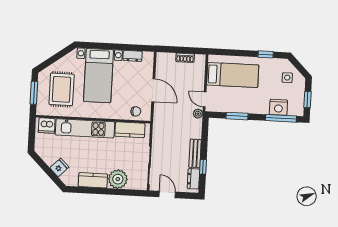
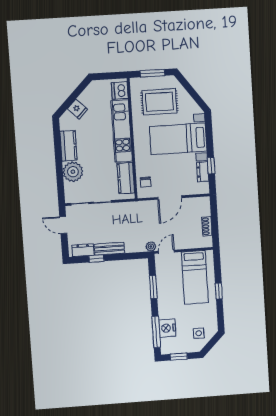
window: (128, 47) -> (211, 166), added
window: (266, 54) -> (219, 291), moved
door: (167, 194) -> (63, 225), swing flipped

